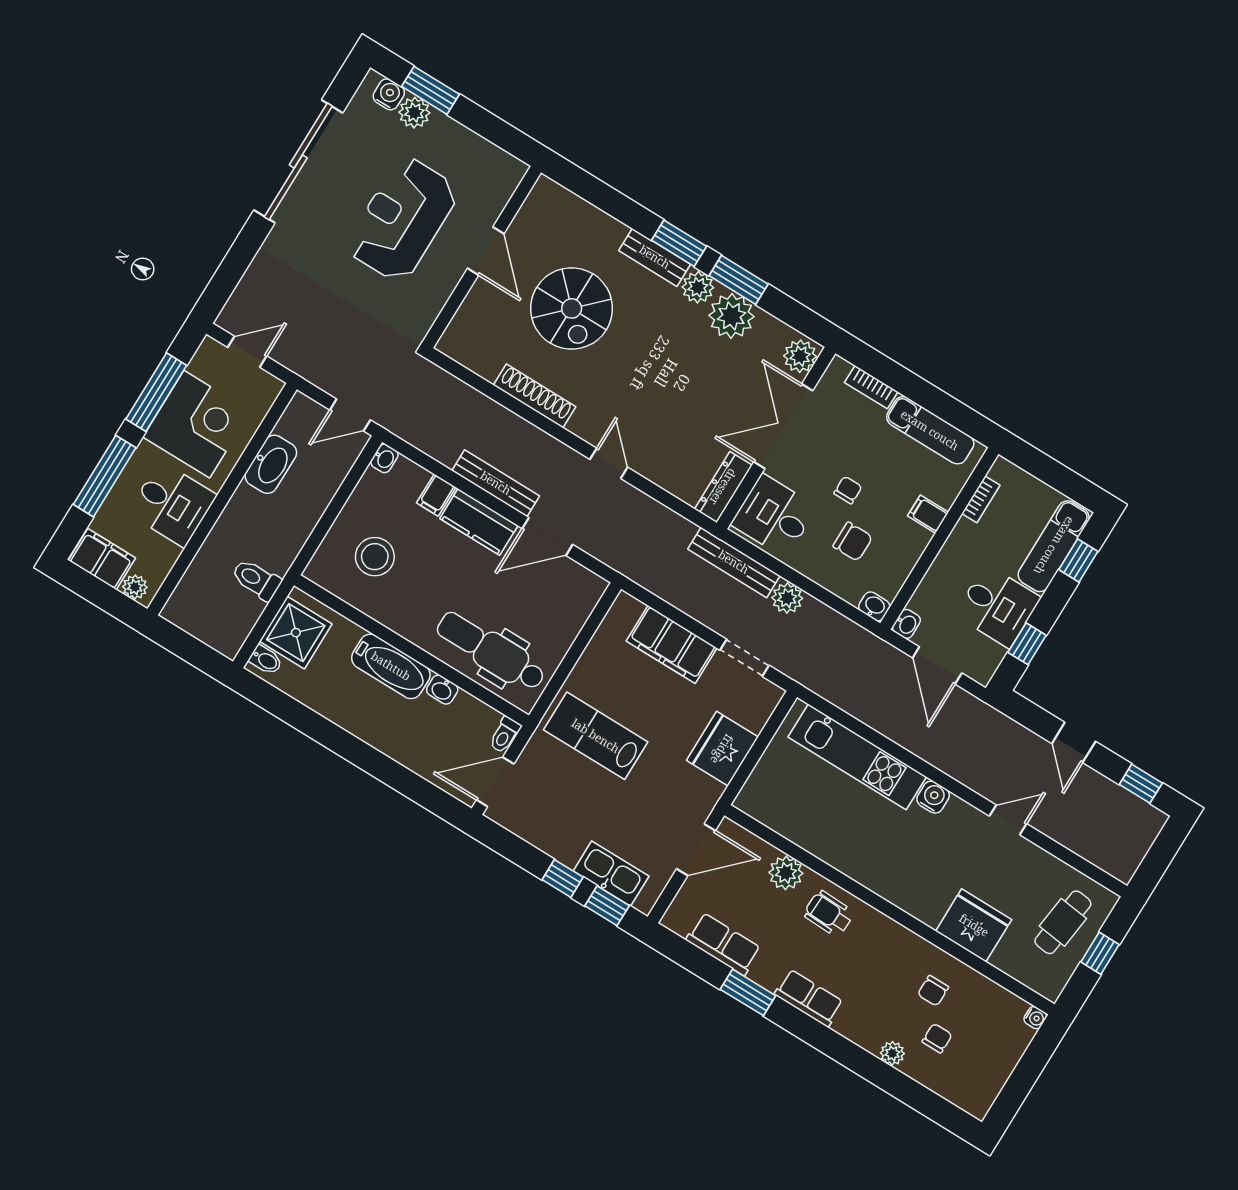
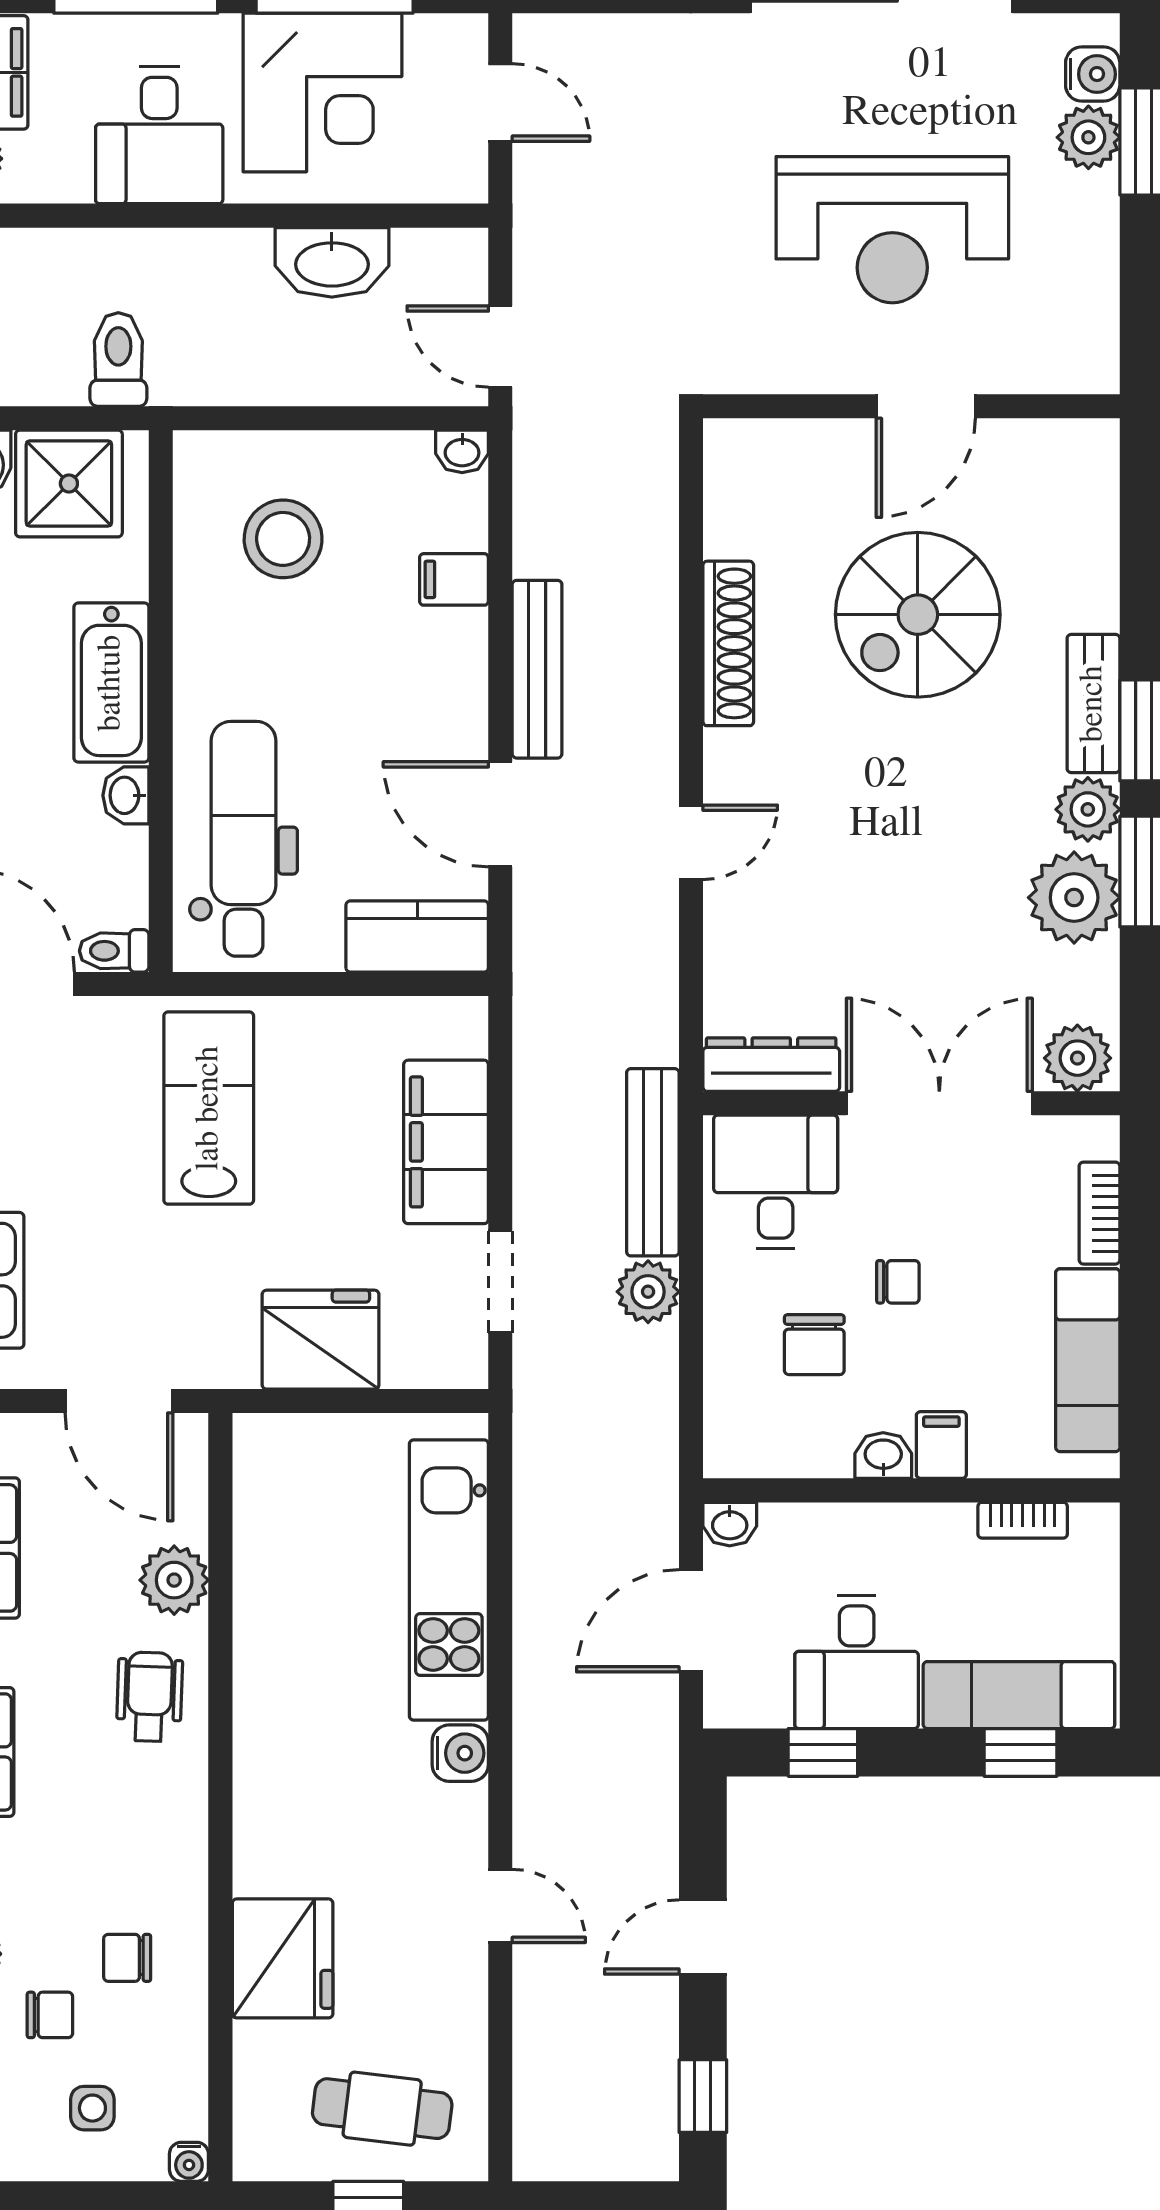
reception desk: (402, 219) -> (892, 230), turned 180
kitchen counter: (479, 522) -> (417, 937), moved, turned 90
washbasin: (874, 606) -> (883, 1456), moved, turned -90
side table: (987, 1044) -> (92, 2108), added

